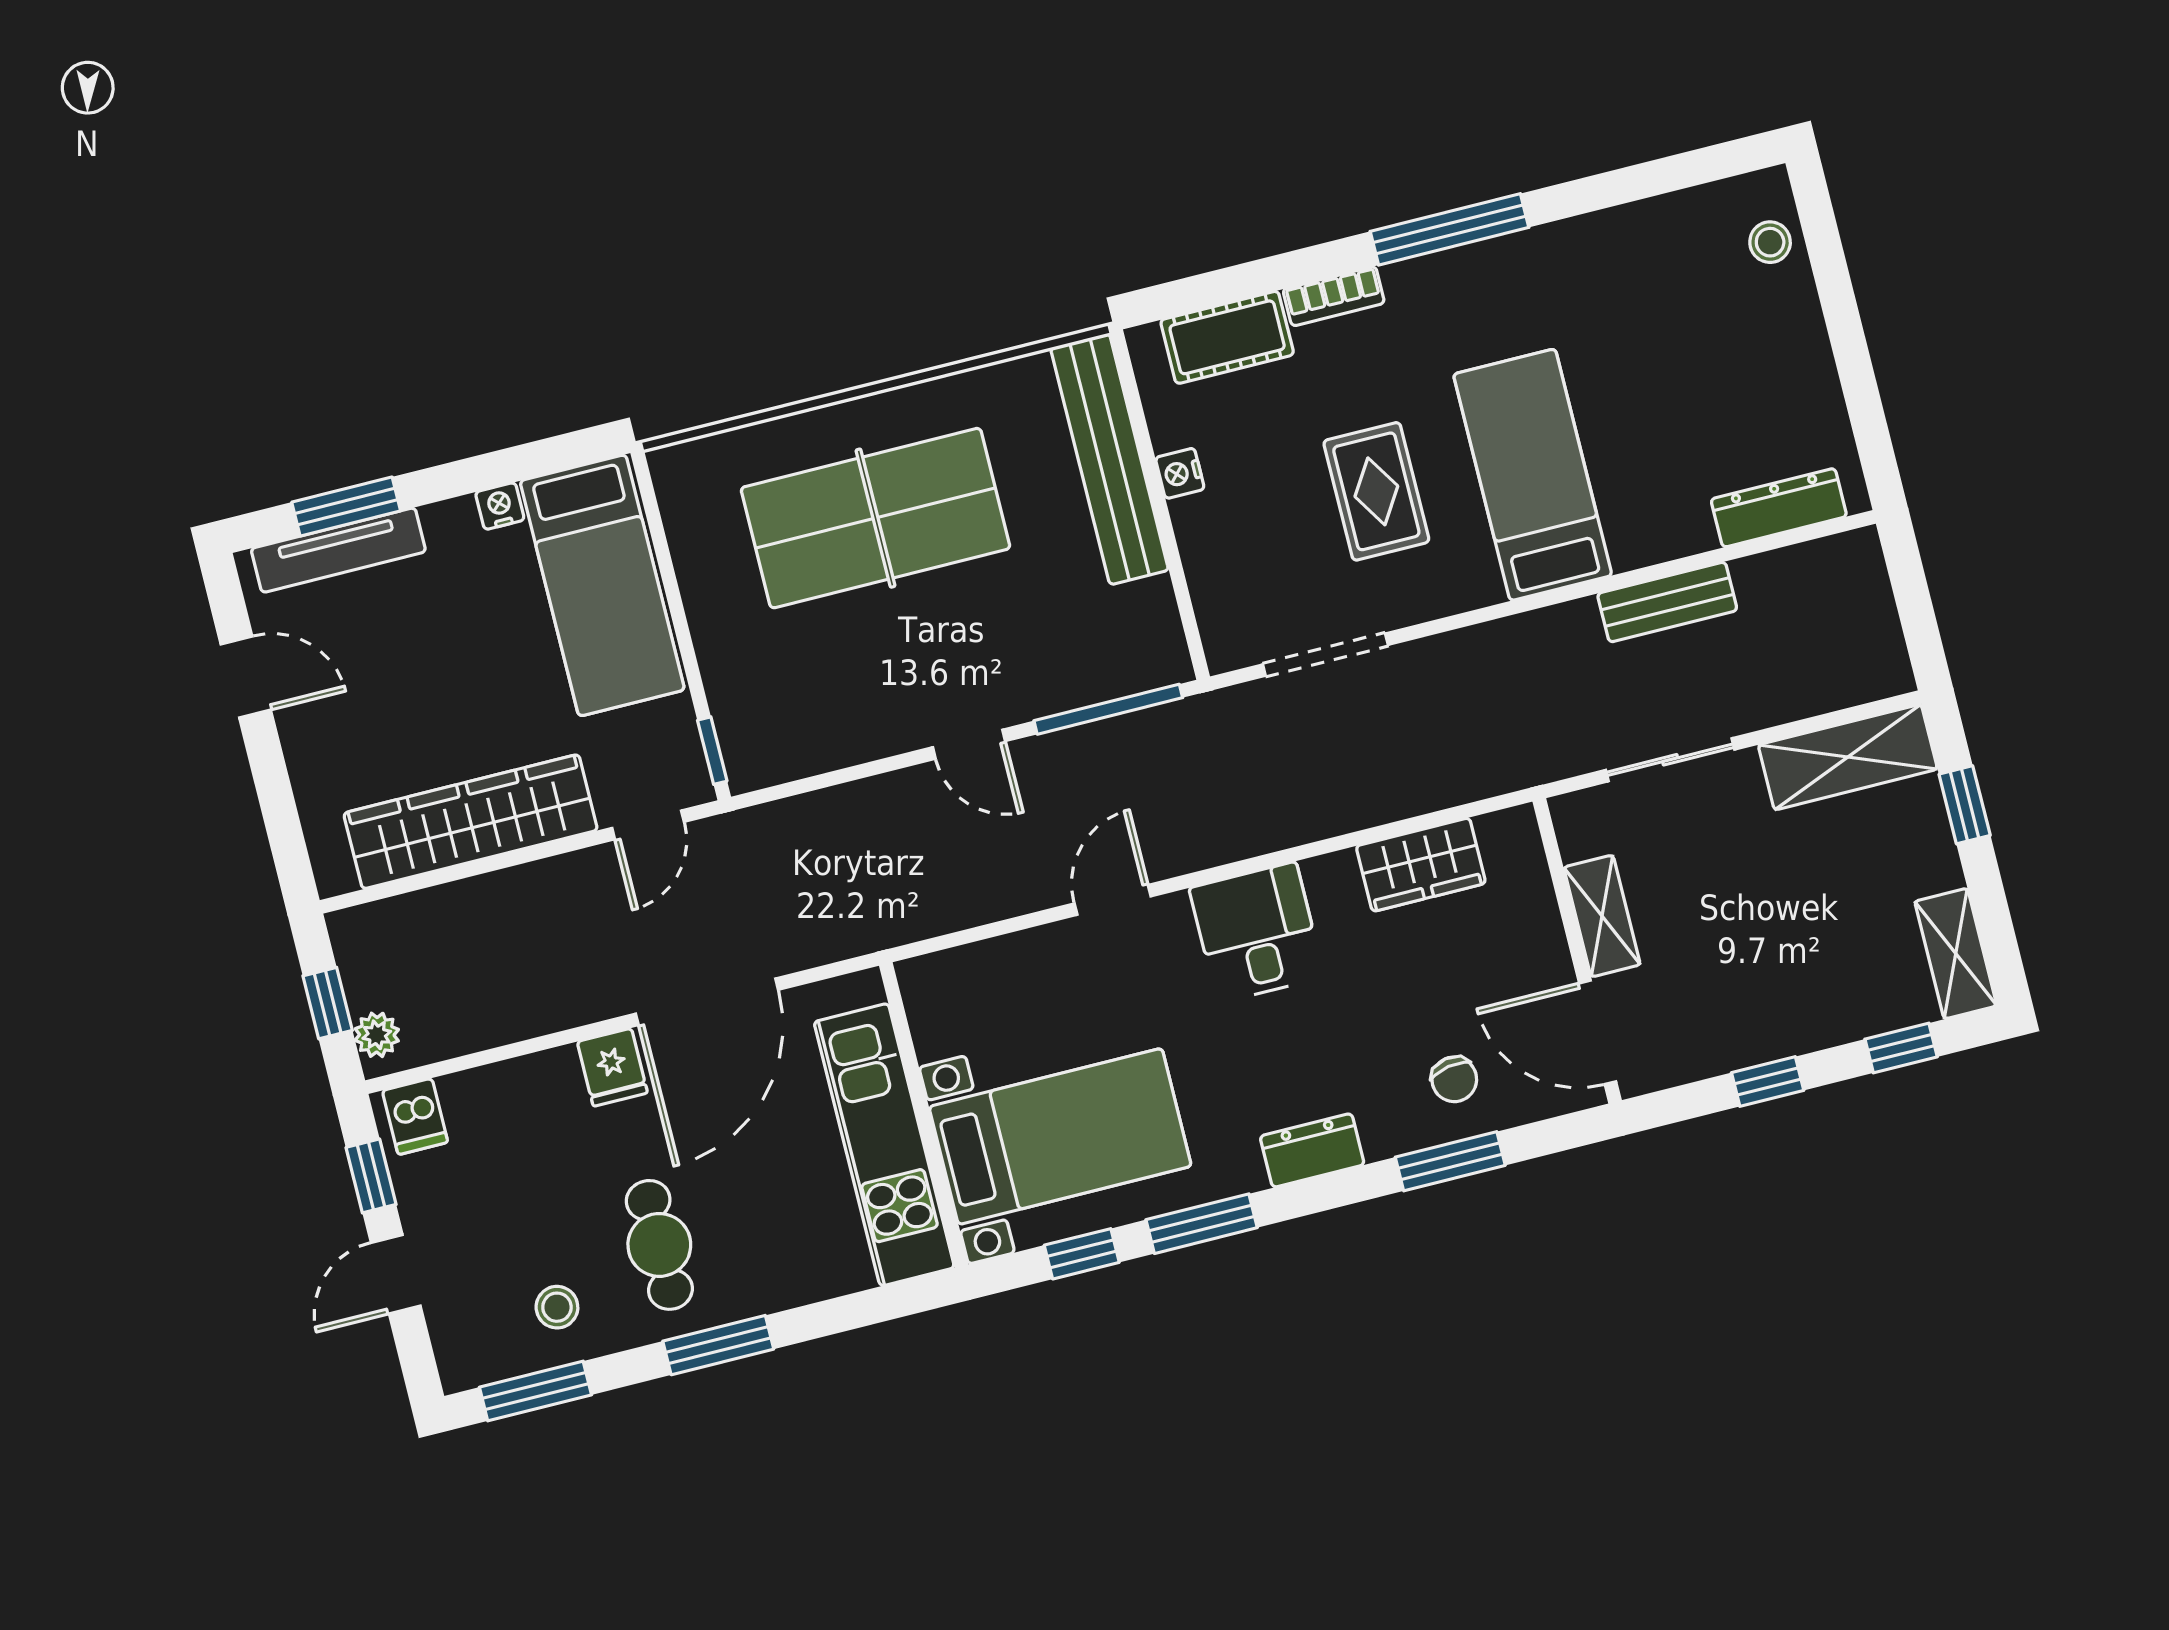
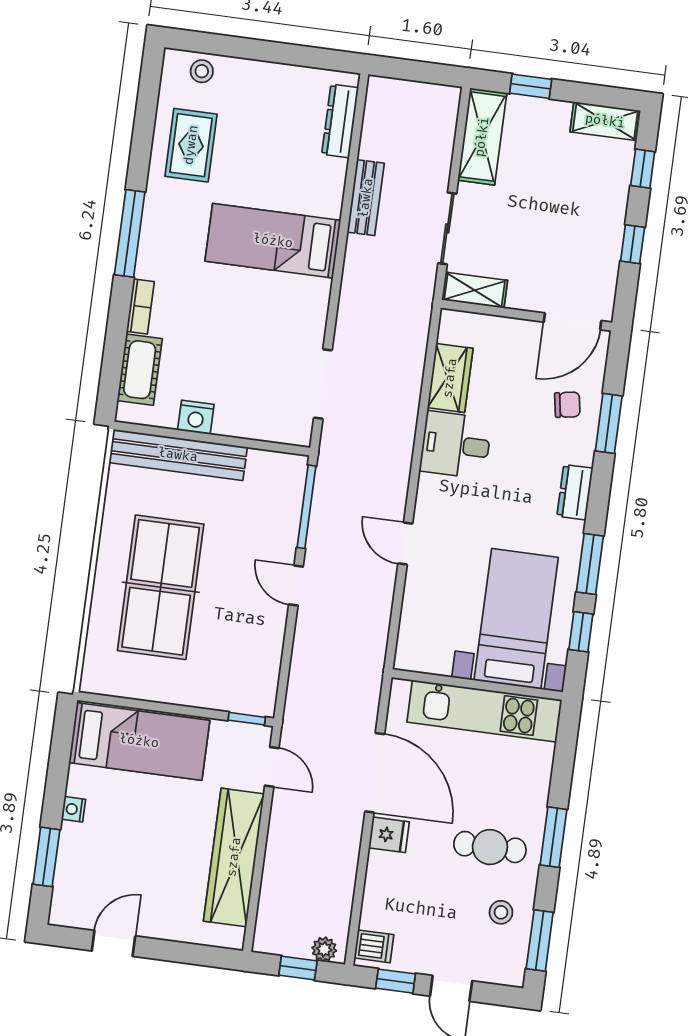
nightstand: (1180, 473) -> (196, 417), width x1.39, depth x1.35
rug: (1376, 491) -> (191, 145), moved, turned 90
nightstand: (500, 506) -> (73, 809), moved
tv unit: (338, 550) -> (67, 870), removed
door: (969, 744) -> (296, 585), swing flipped
shelving: (1602, 916) -> (475, 290), moved
desk: (1257, 932) -> (456, 445), moved

